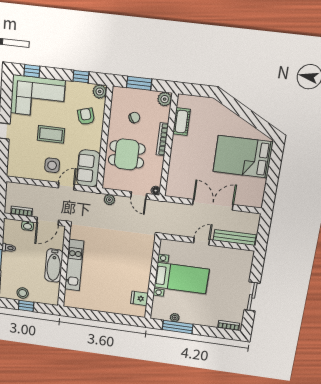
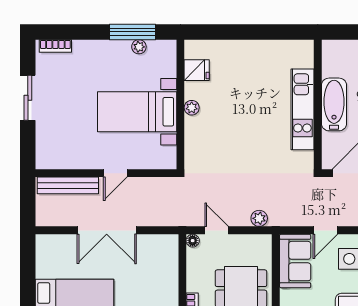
plant: (146, 276) -> (192, 108), added

